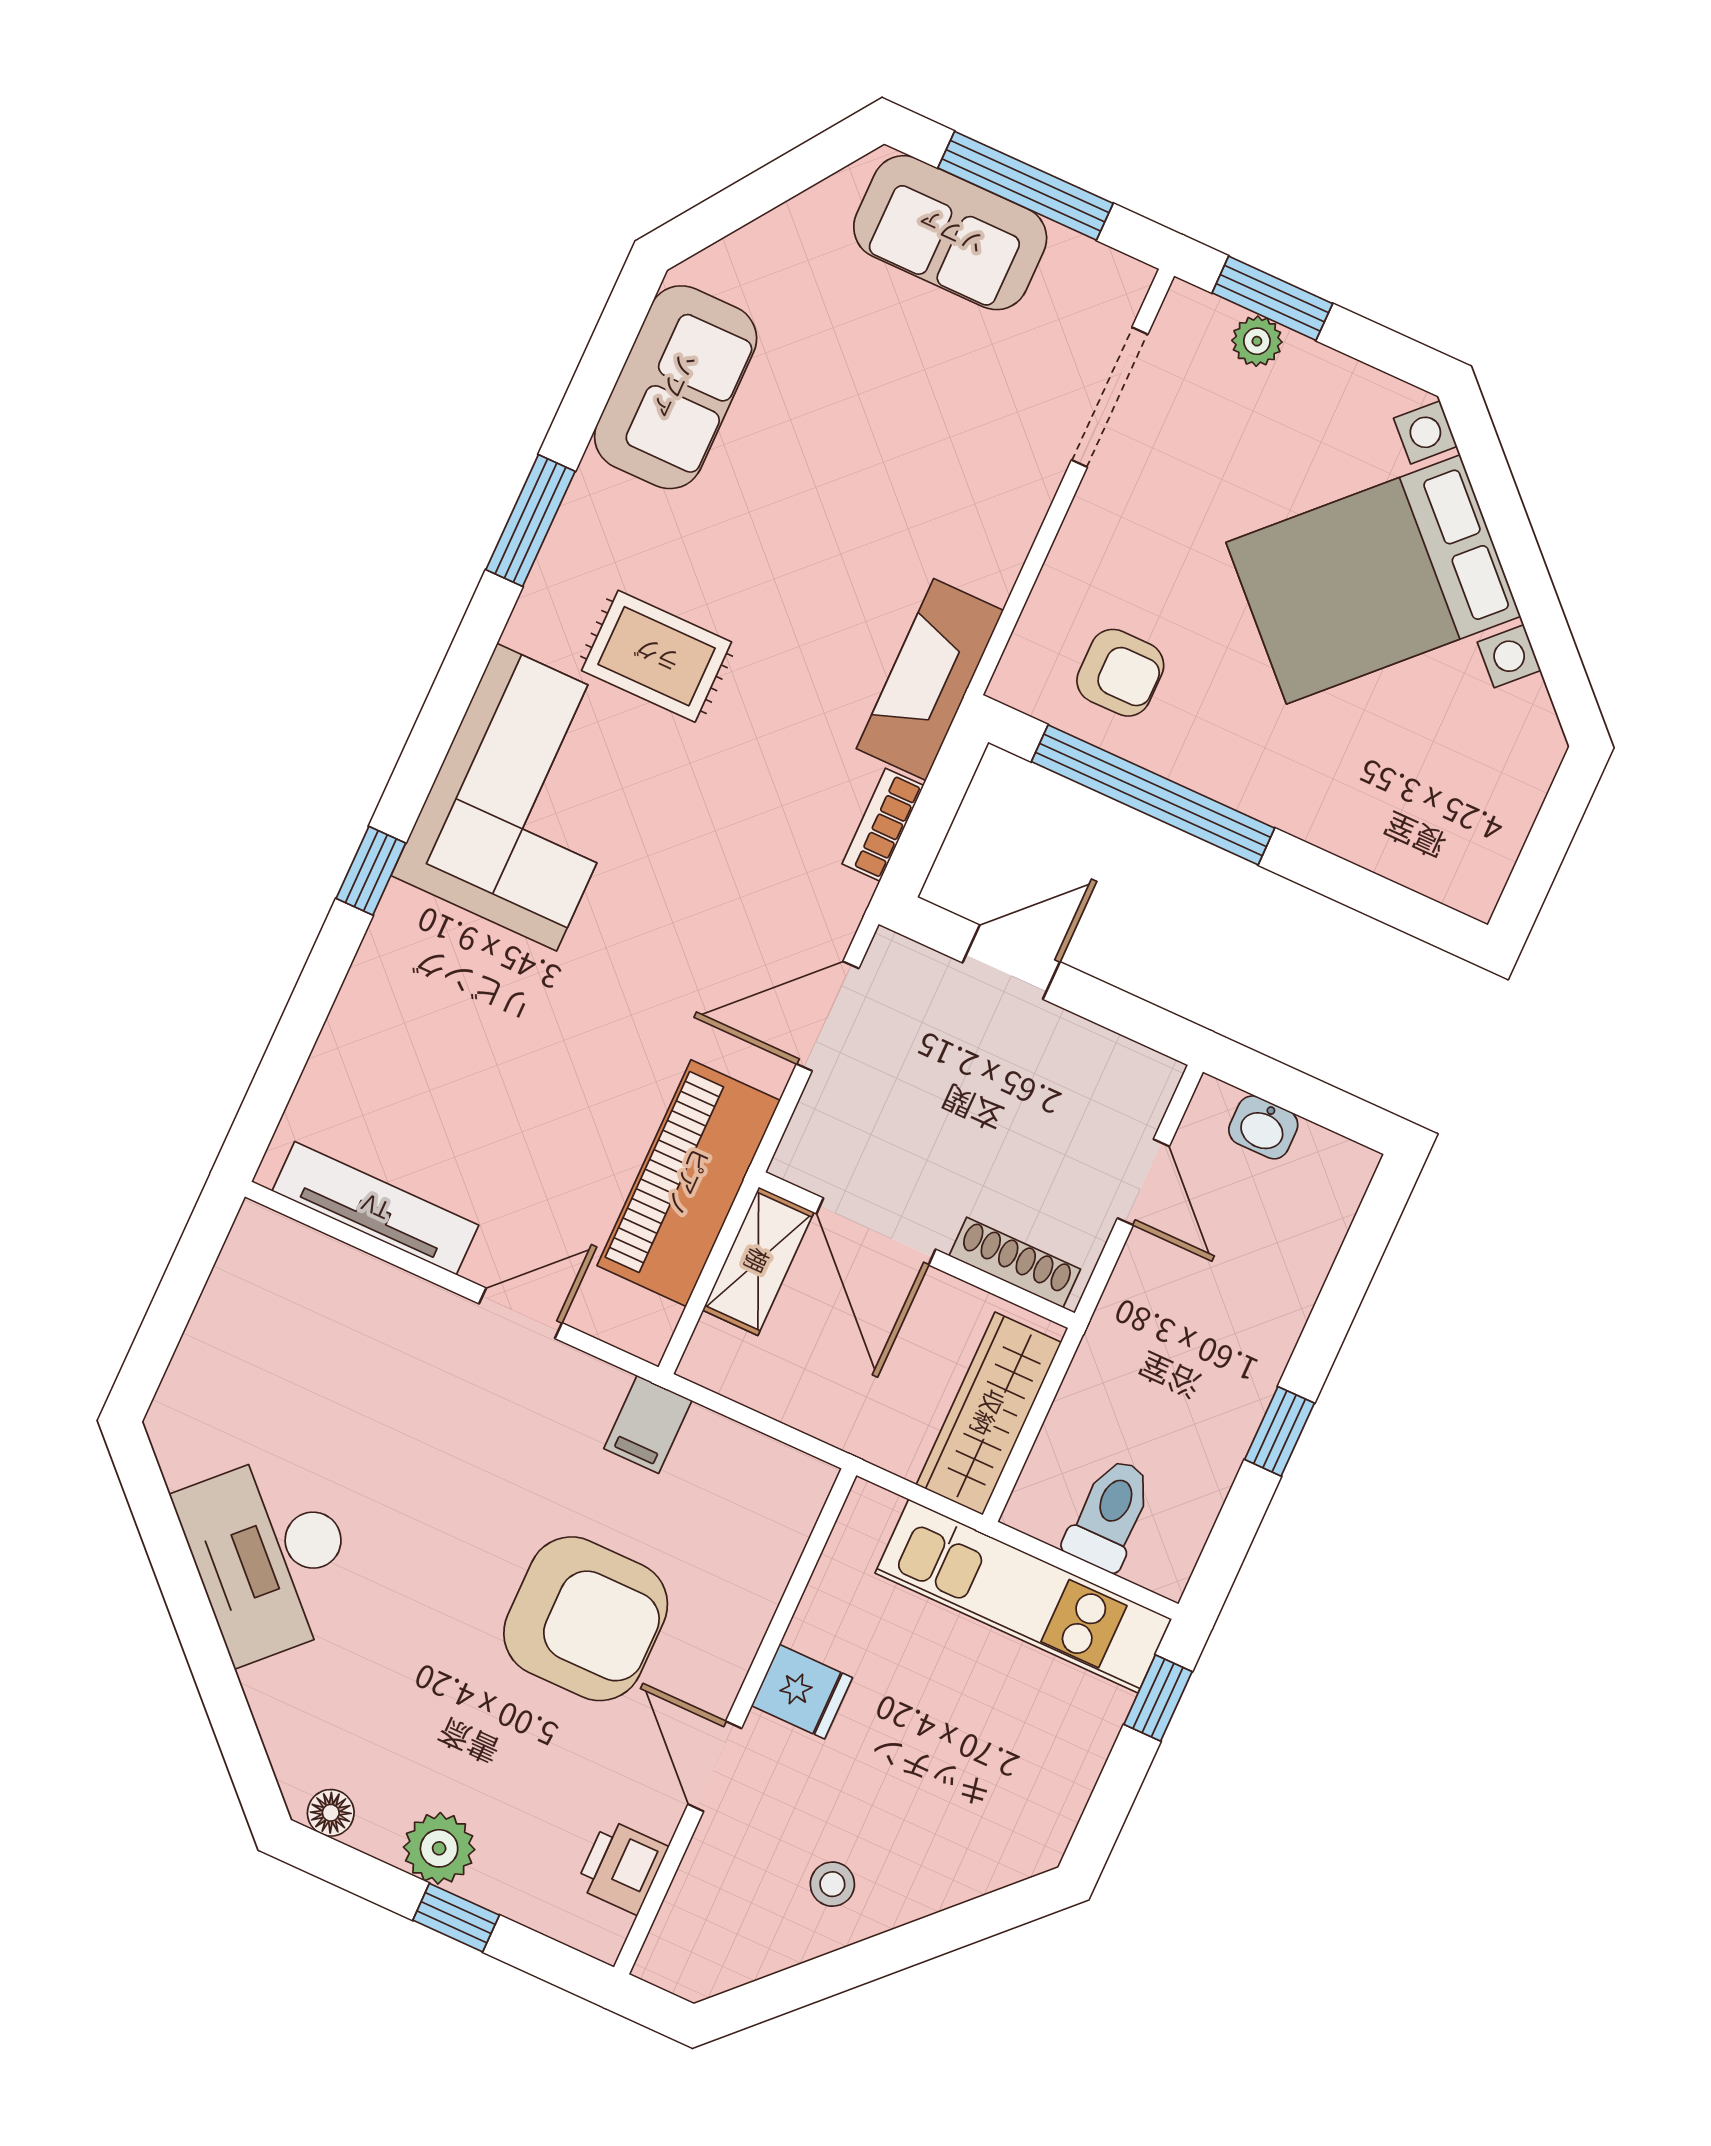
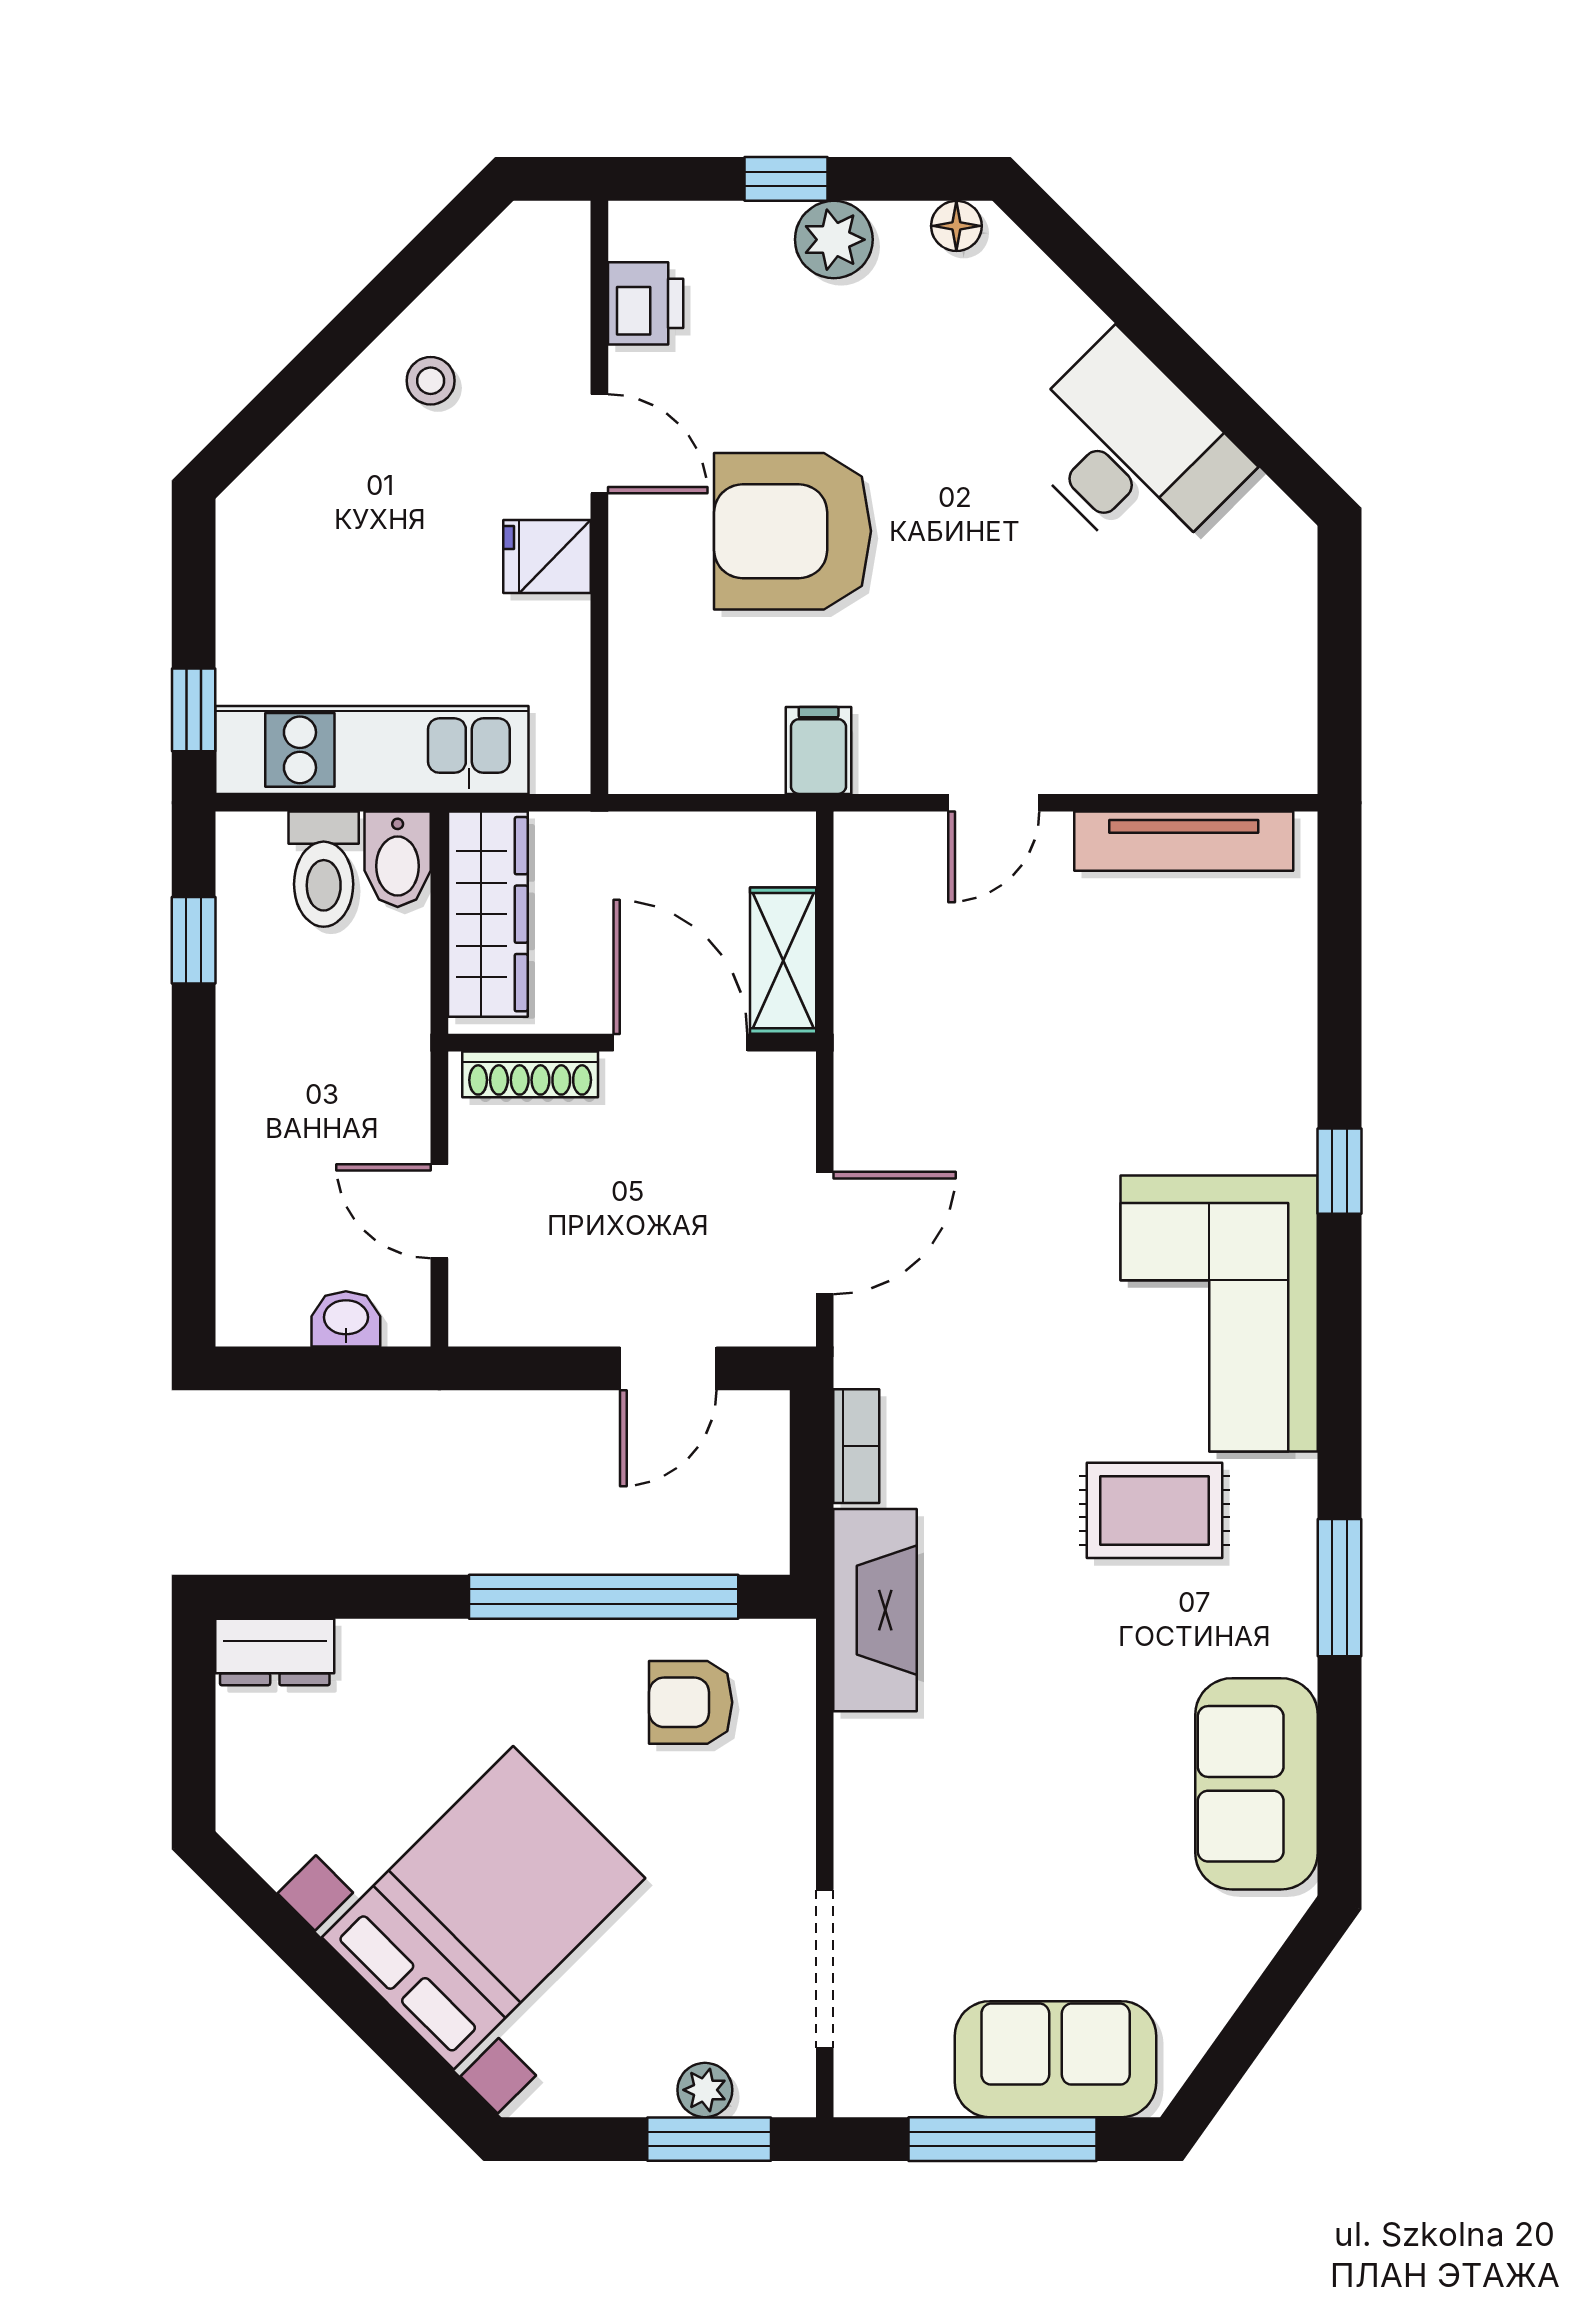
dresser: (1451, 875) -> (275, 1652), added
piano: (689, 1183) -> (887, 1006), removed
window: (1280, 1431) -> (194, 940), moved
bidet: (1044, 1494) -> (398, 859), added

